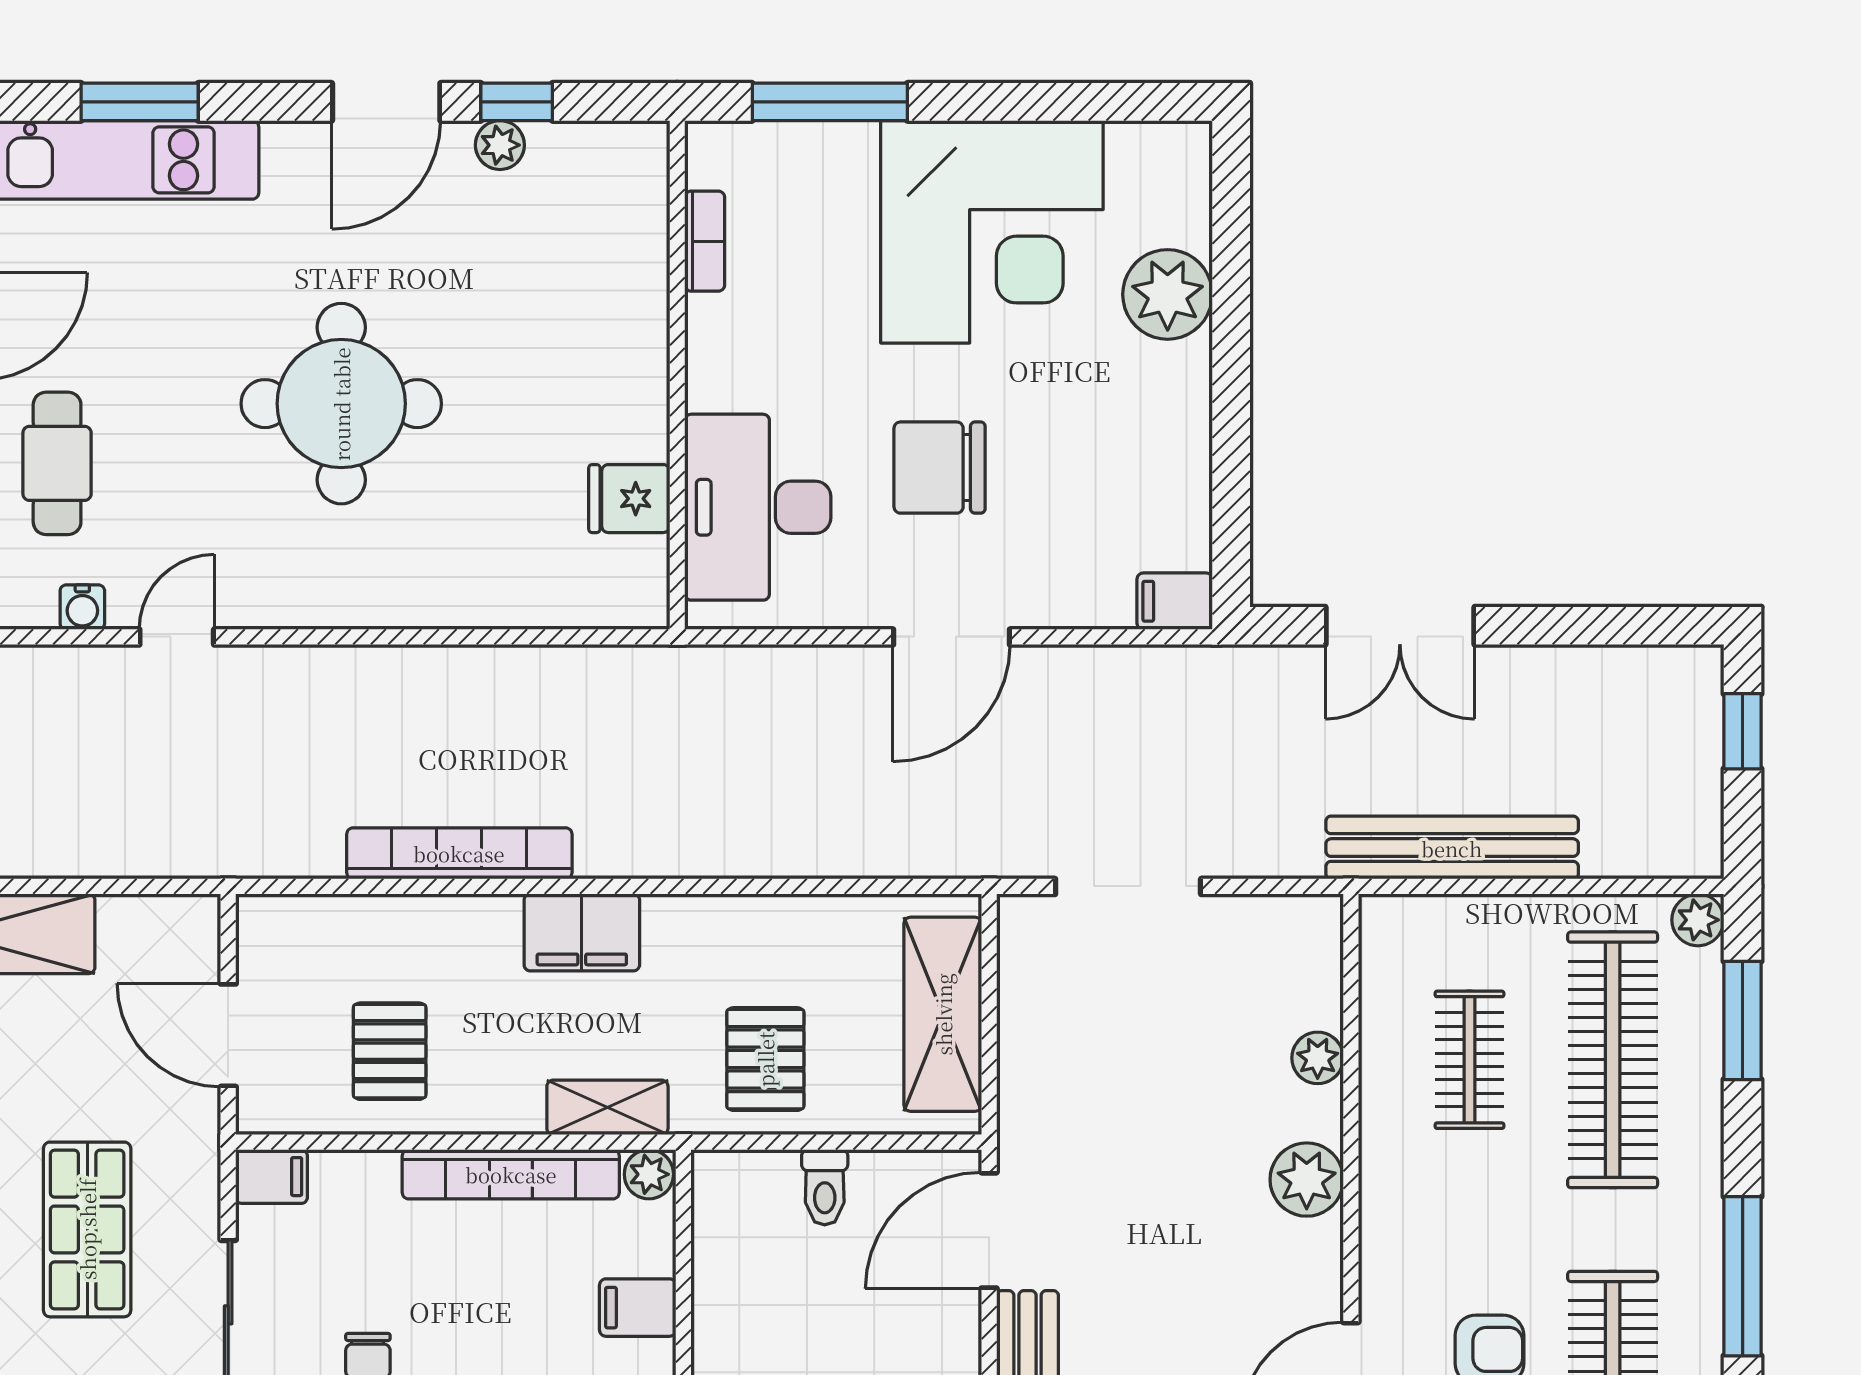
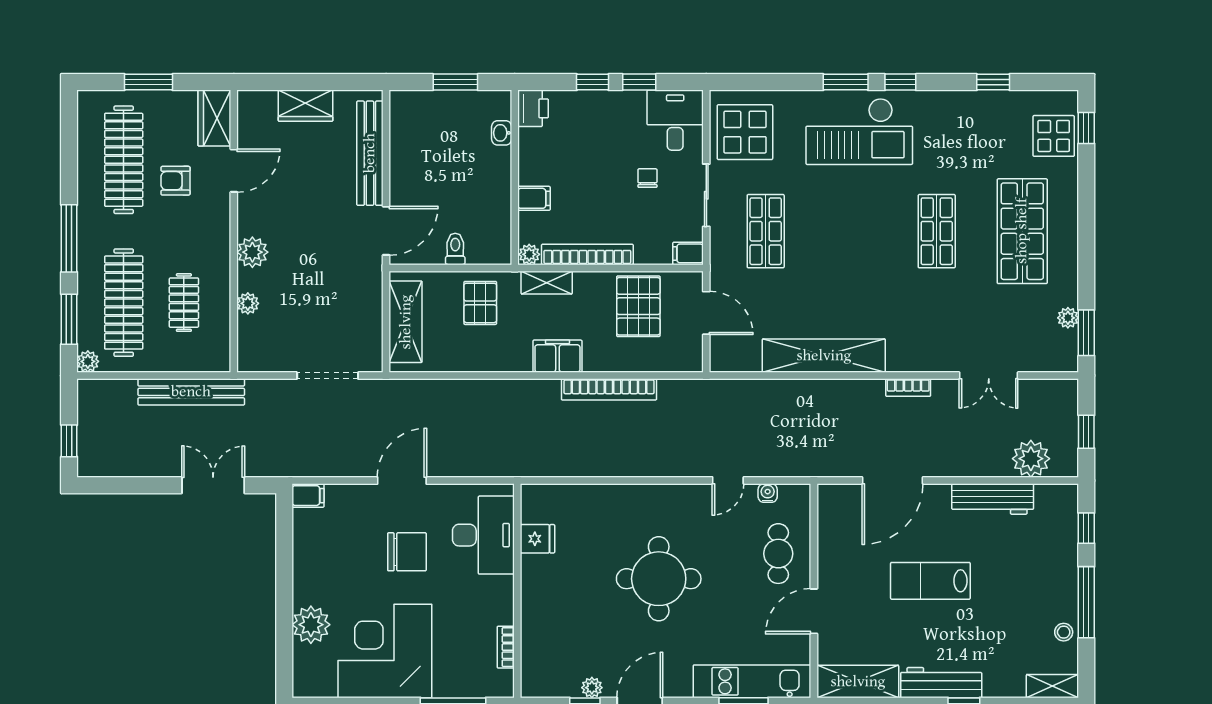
pallet: (390, 1051) -> (638, 306), width x1.50, depth x1.42
window: (1743, 1276) -> (69, 238), moved

